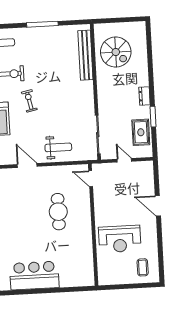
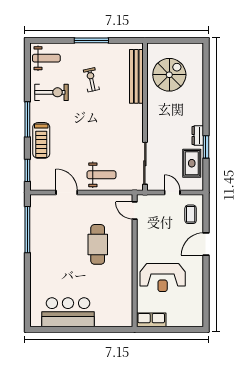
spiral stairs: (116, 52) -> (169, 75), turned -90
dresser: (144, 96) -> (198, 136), moved
exercise bike: (29, 101) -> (91, 80), moved
door: (158, 206) -> (206, 244), hinge flipped
coffee table: (143, 267) -> (191, 214), moved
row of seats: (111, 278) -> (151, 320), added

